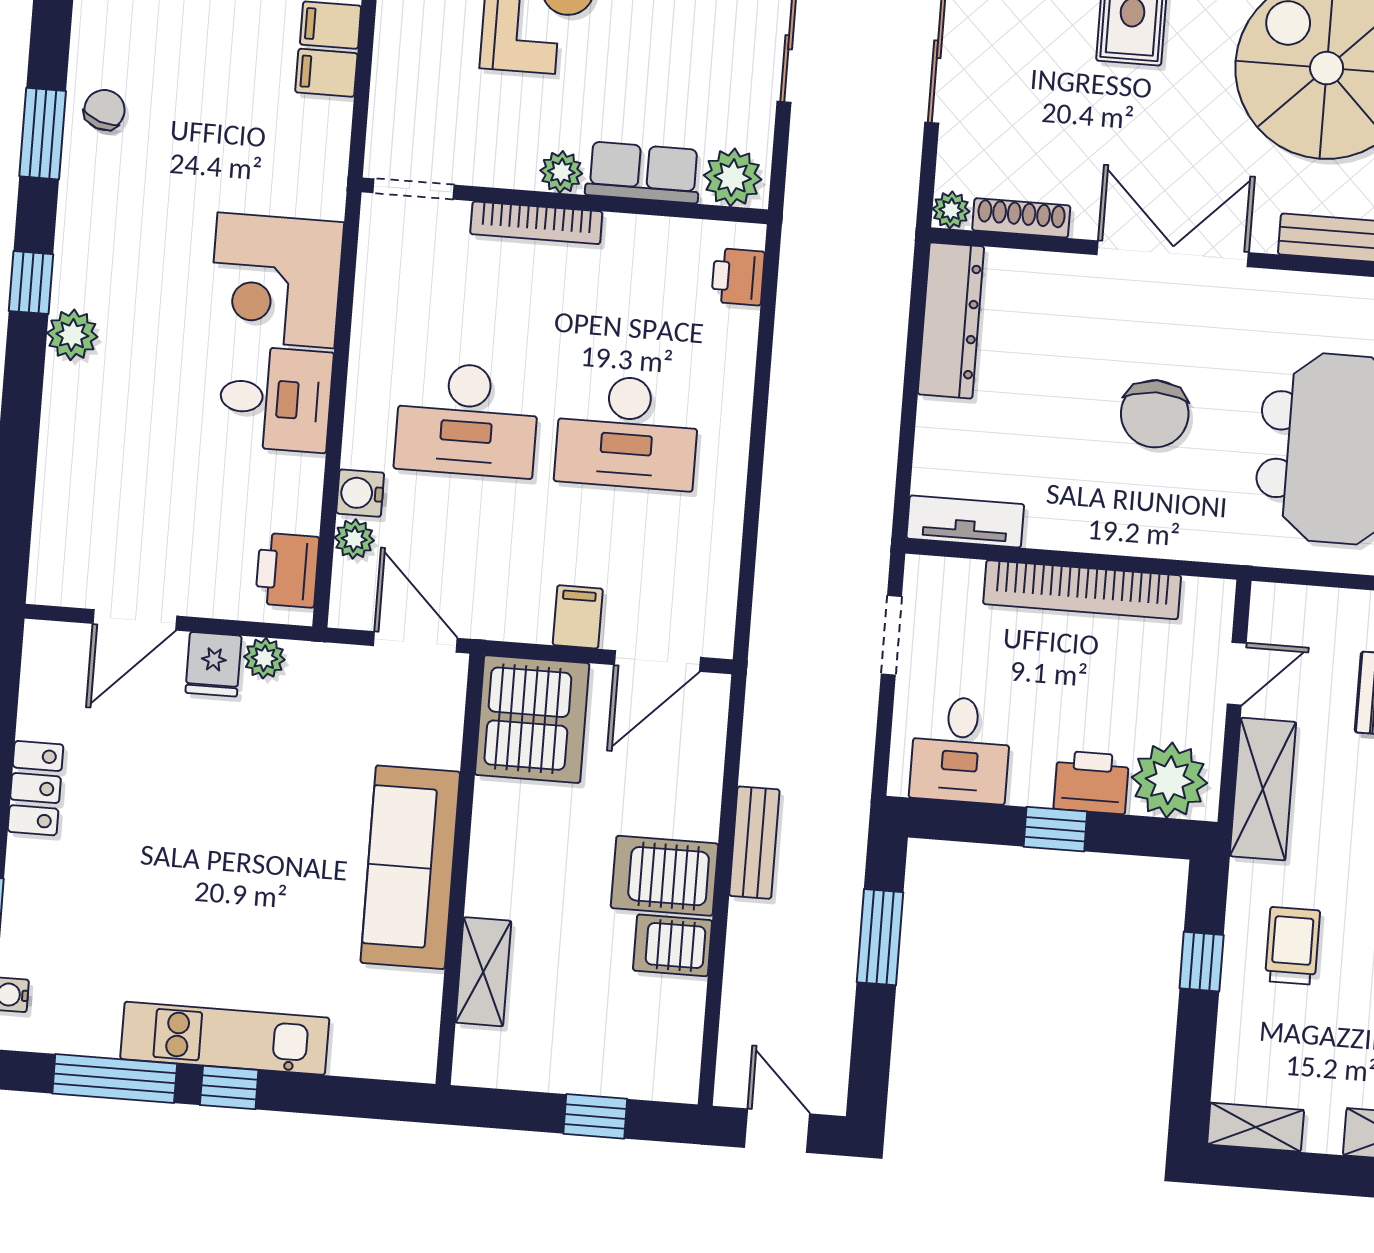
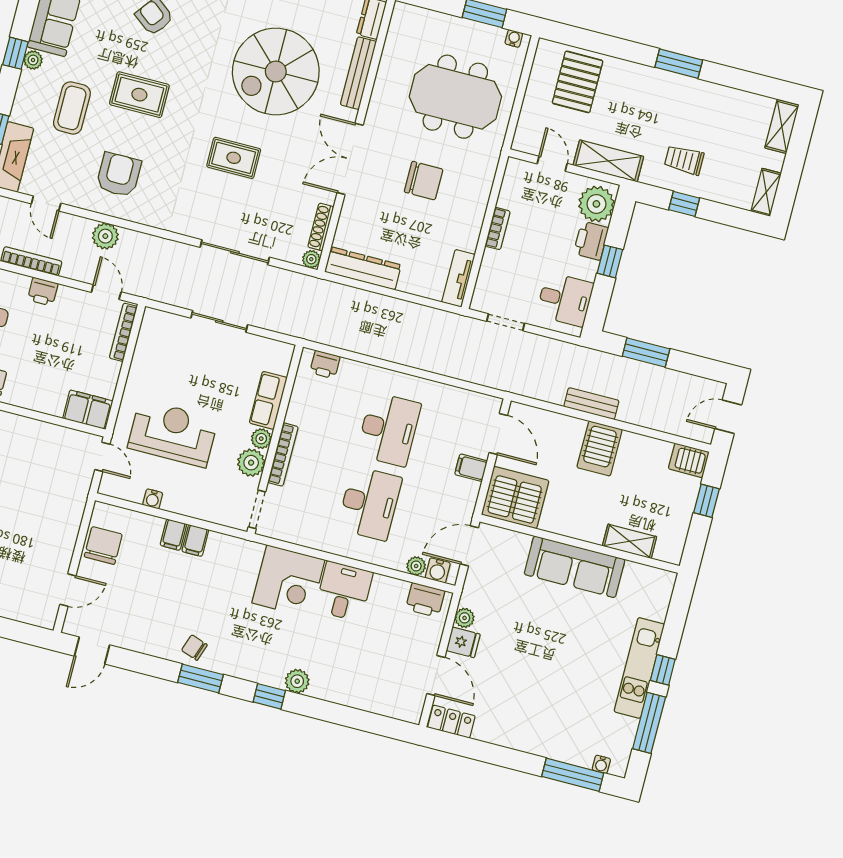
plant: (733, 177) -> (251, 463), moved
water cooler: (360, 493) -> (438, 570), moved
bookcase: (1082, 590) -> (498, 229), width x0.43, depth x0.76
locker: (36, 788) -> (451, 722), moved
server rack: (673, 945) -> (689, 460), moved, turned 90

